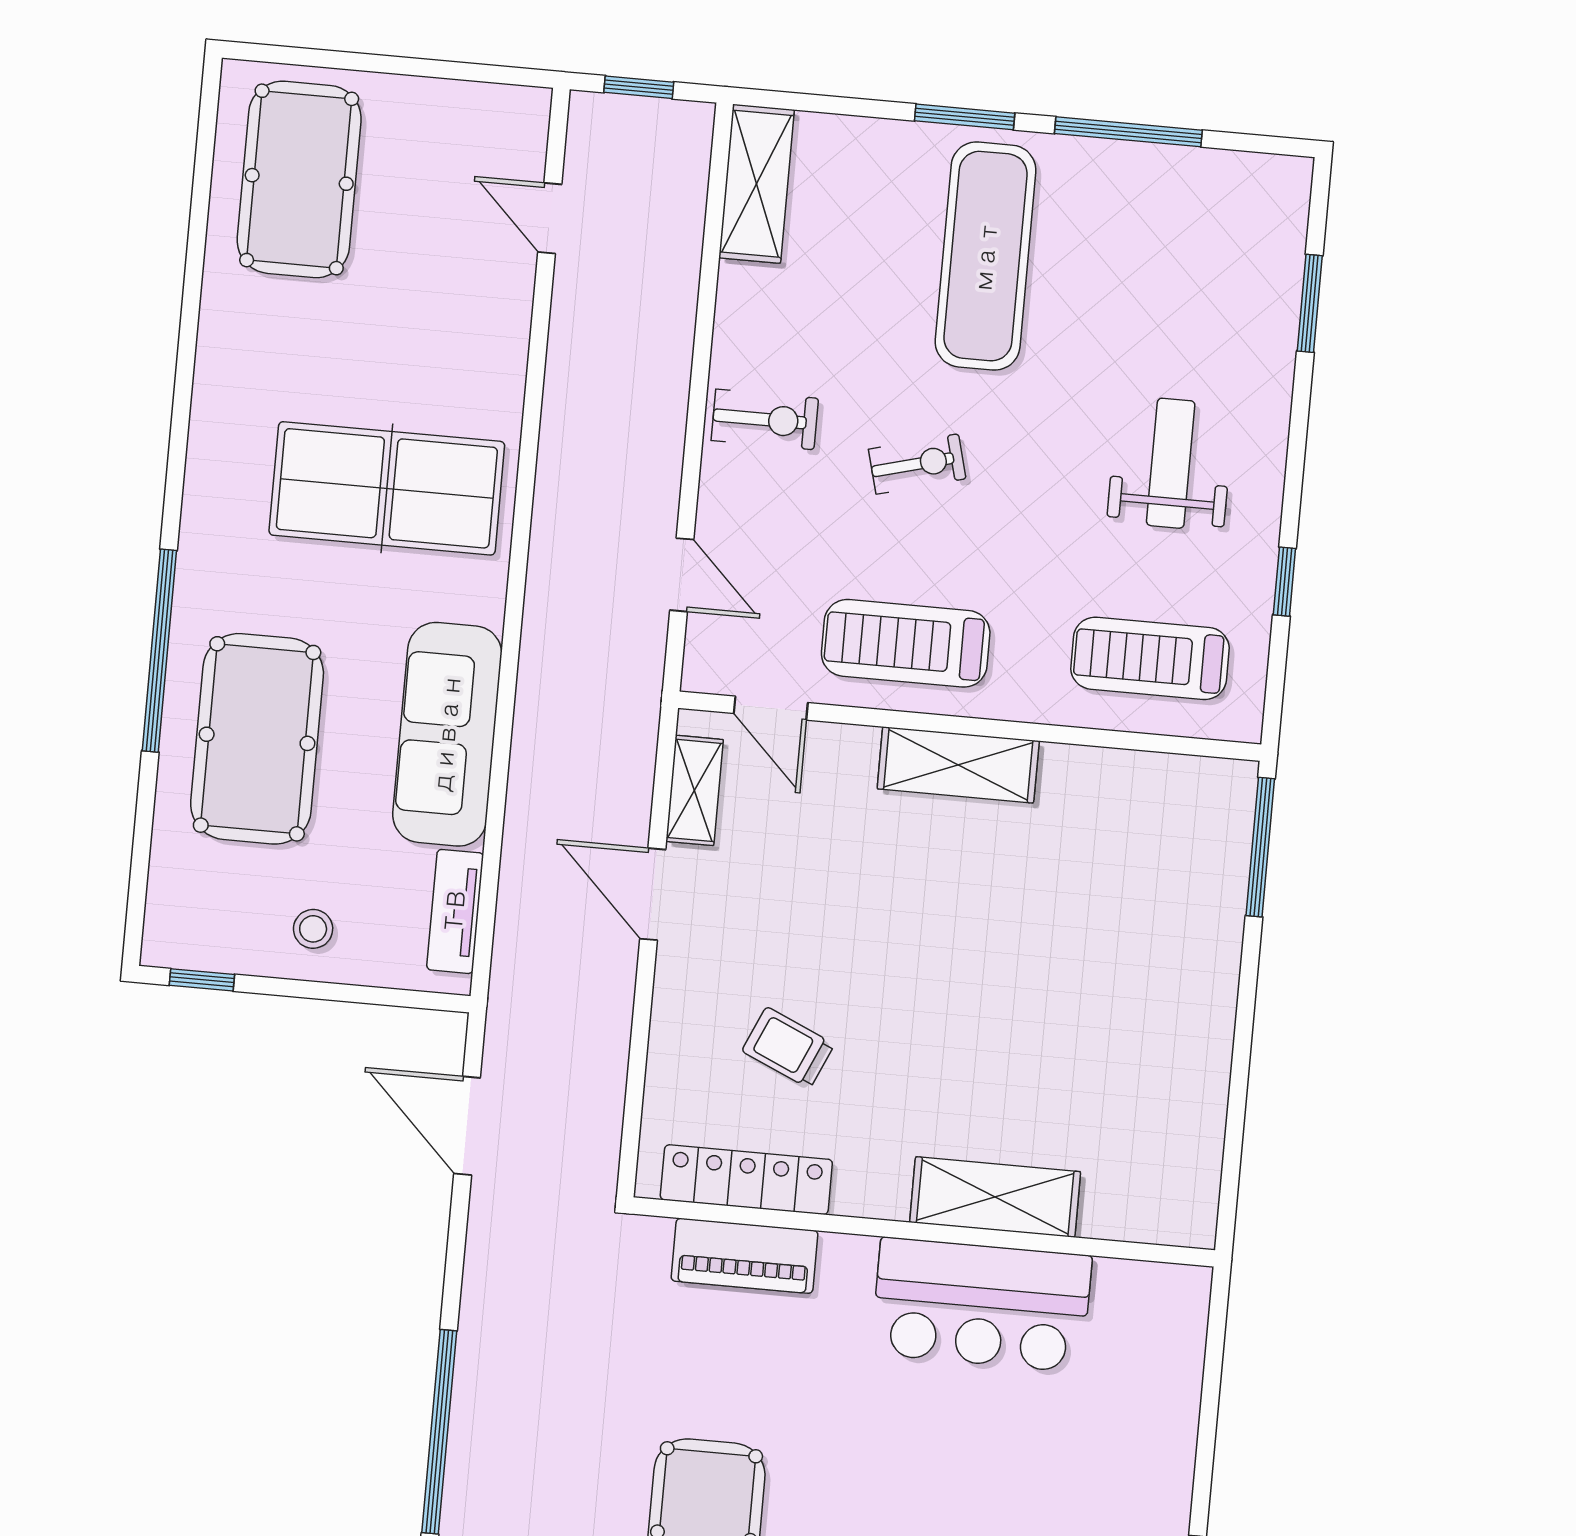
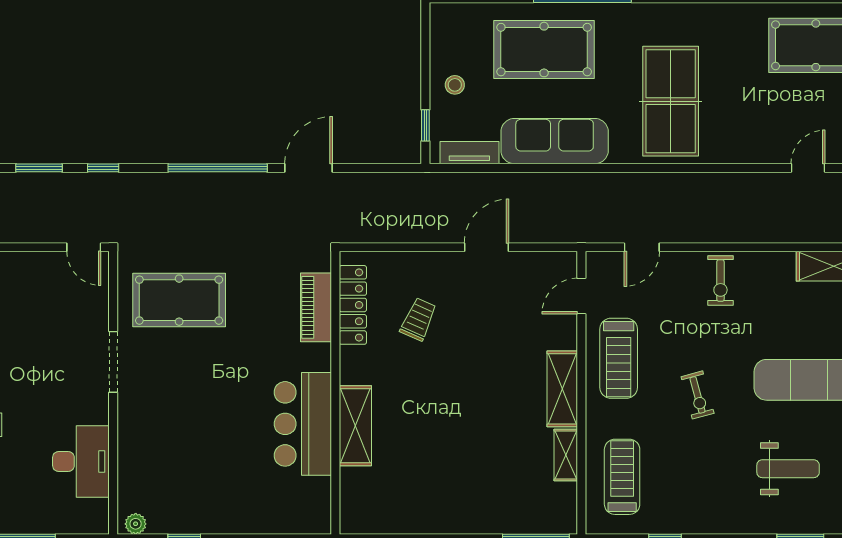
weight bench: (1171, 463) -> (788, 469), moved
exercise bike: (917, 464) -> (698, 395), moved
treadmill: (906, 643) -> (619, 358), turned 180
shelving: (695, 790) -> (566, 455), moved, turned 90
window: (202, 980) -> (425, 125), moved
door: (467, 1126) -> (309, 168), moved

